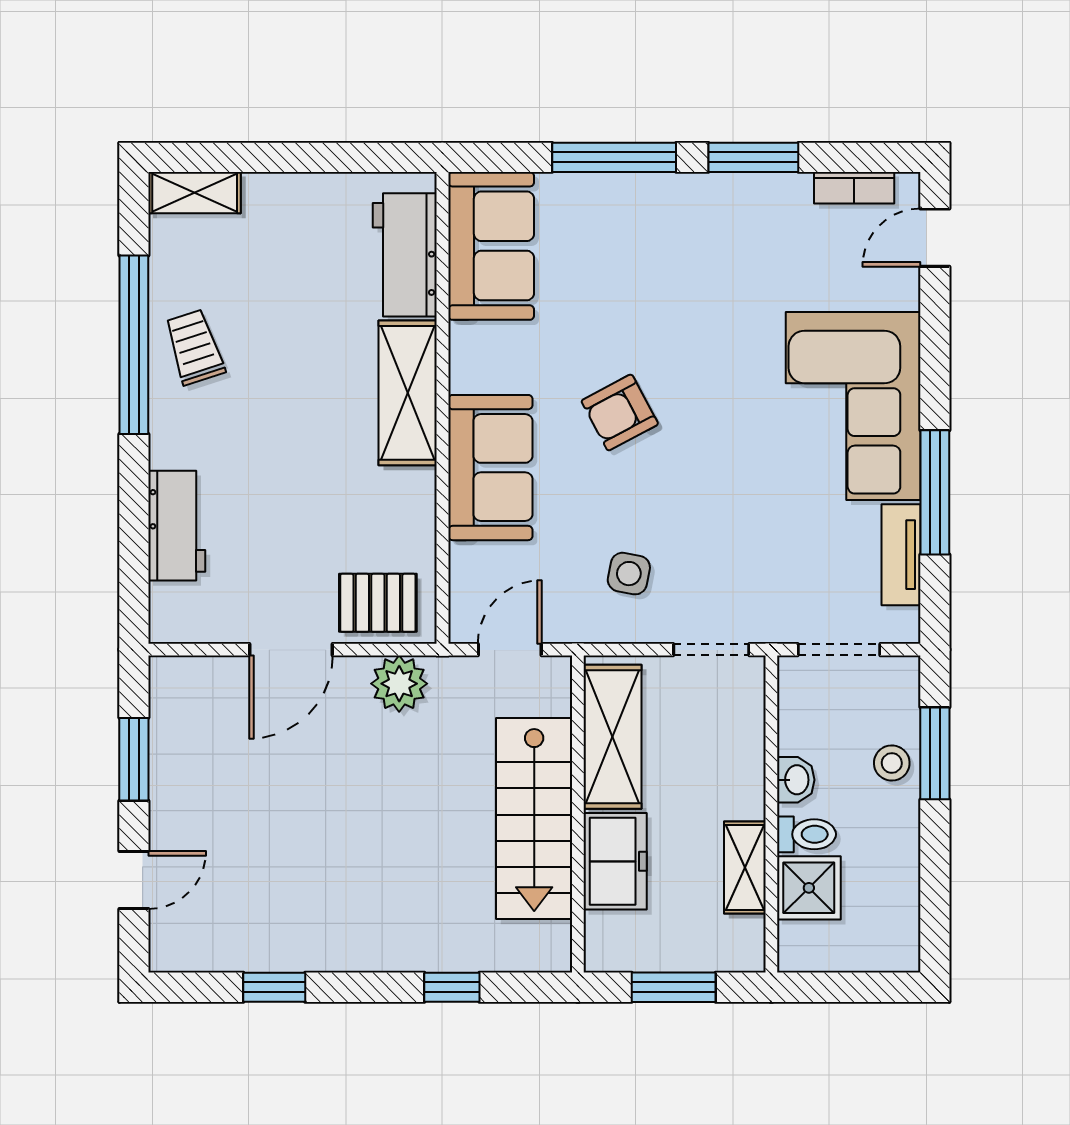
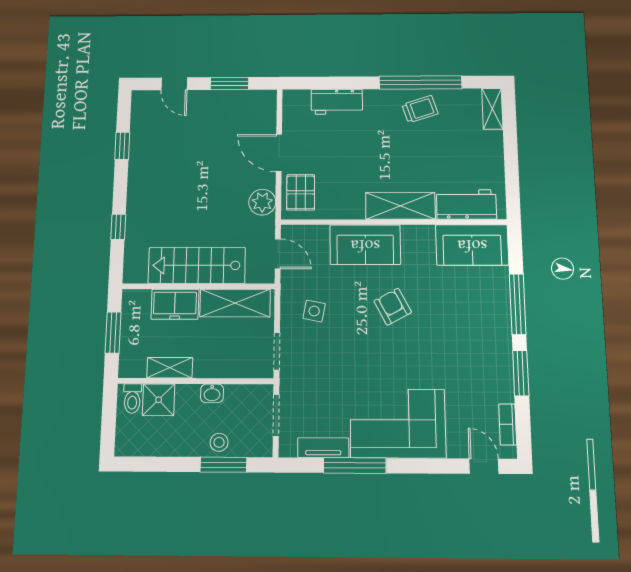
toilet: (806, 834) -> (132, 398), moved

